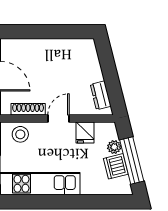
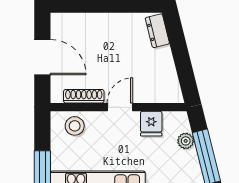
dresser: (101, 95) -> (157, 31), moved
dishwasher: (116, 166) -> (187, 164), removed

